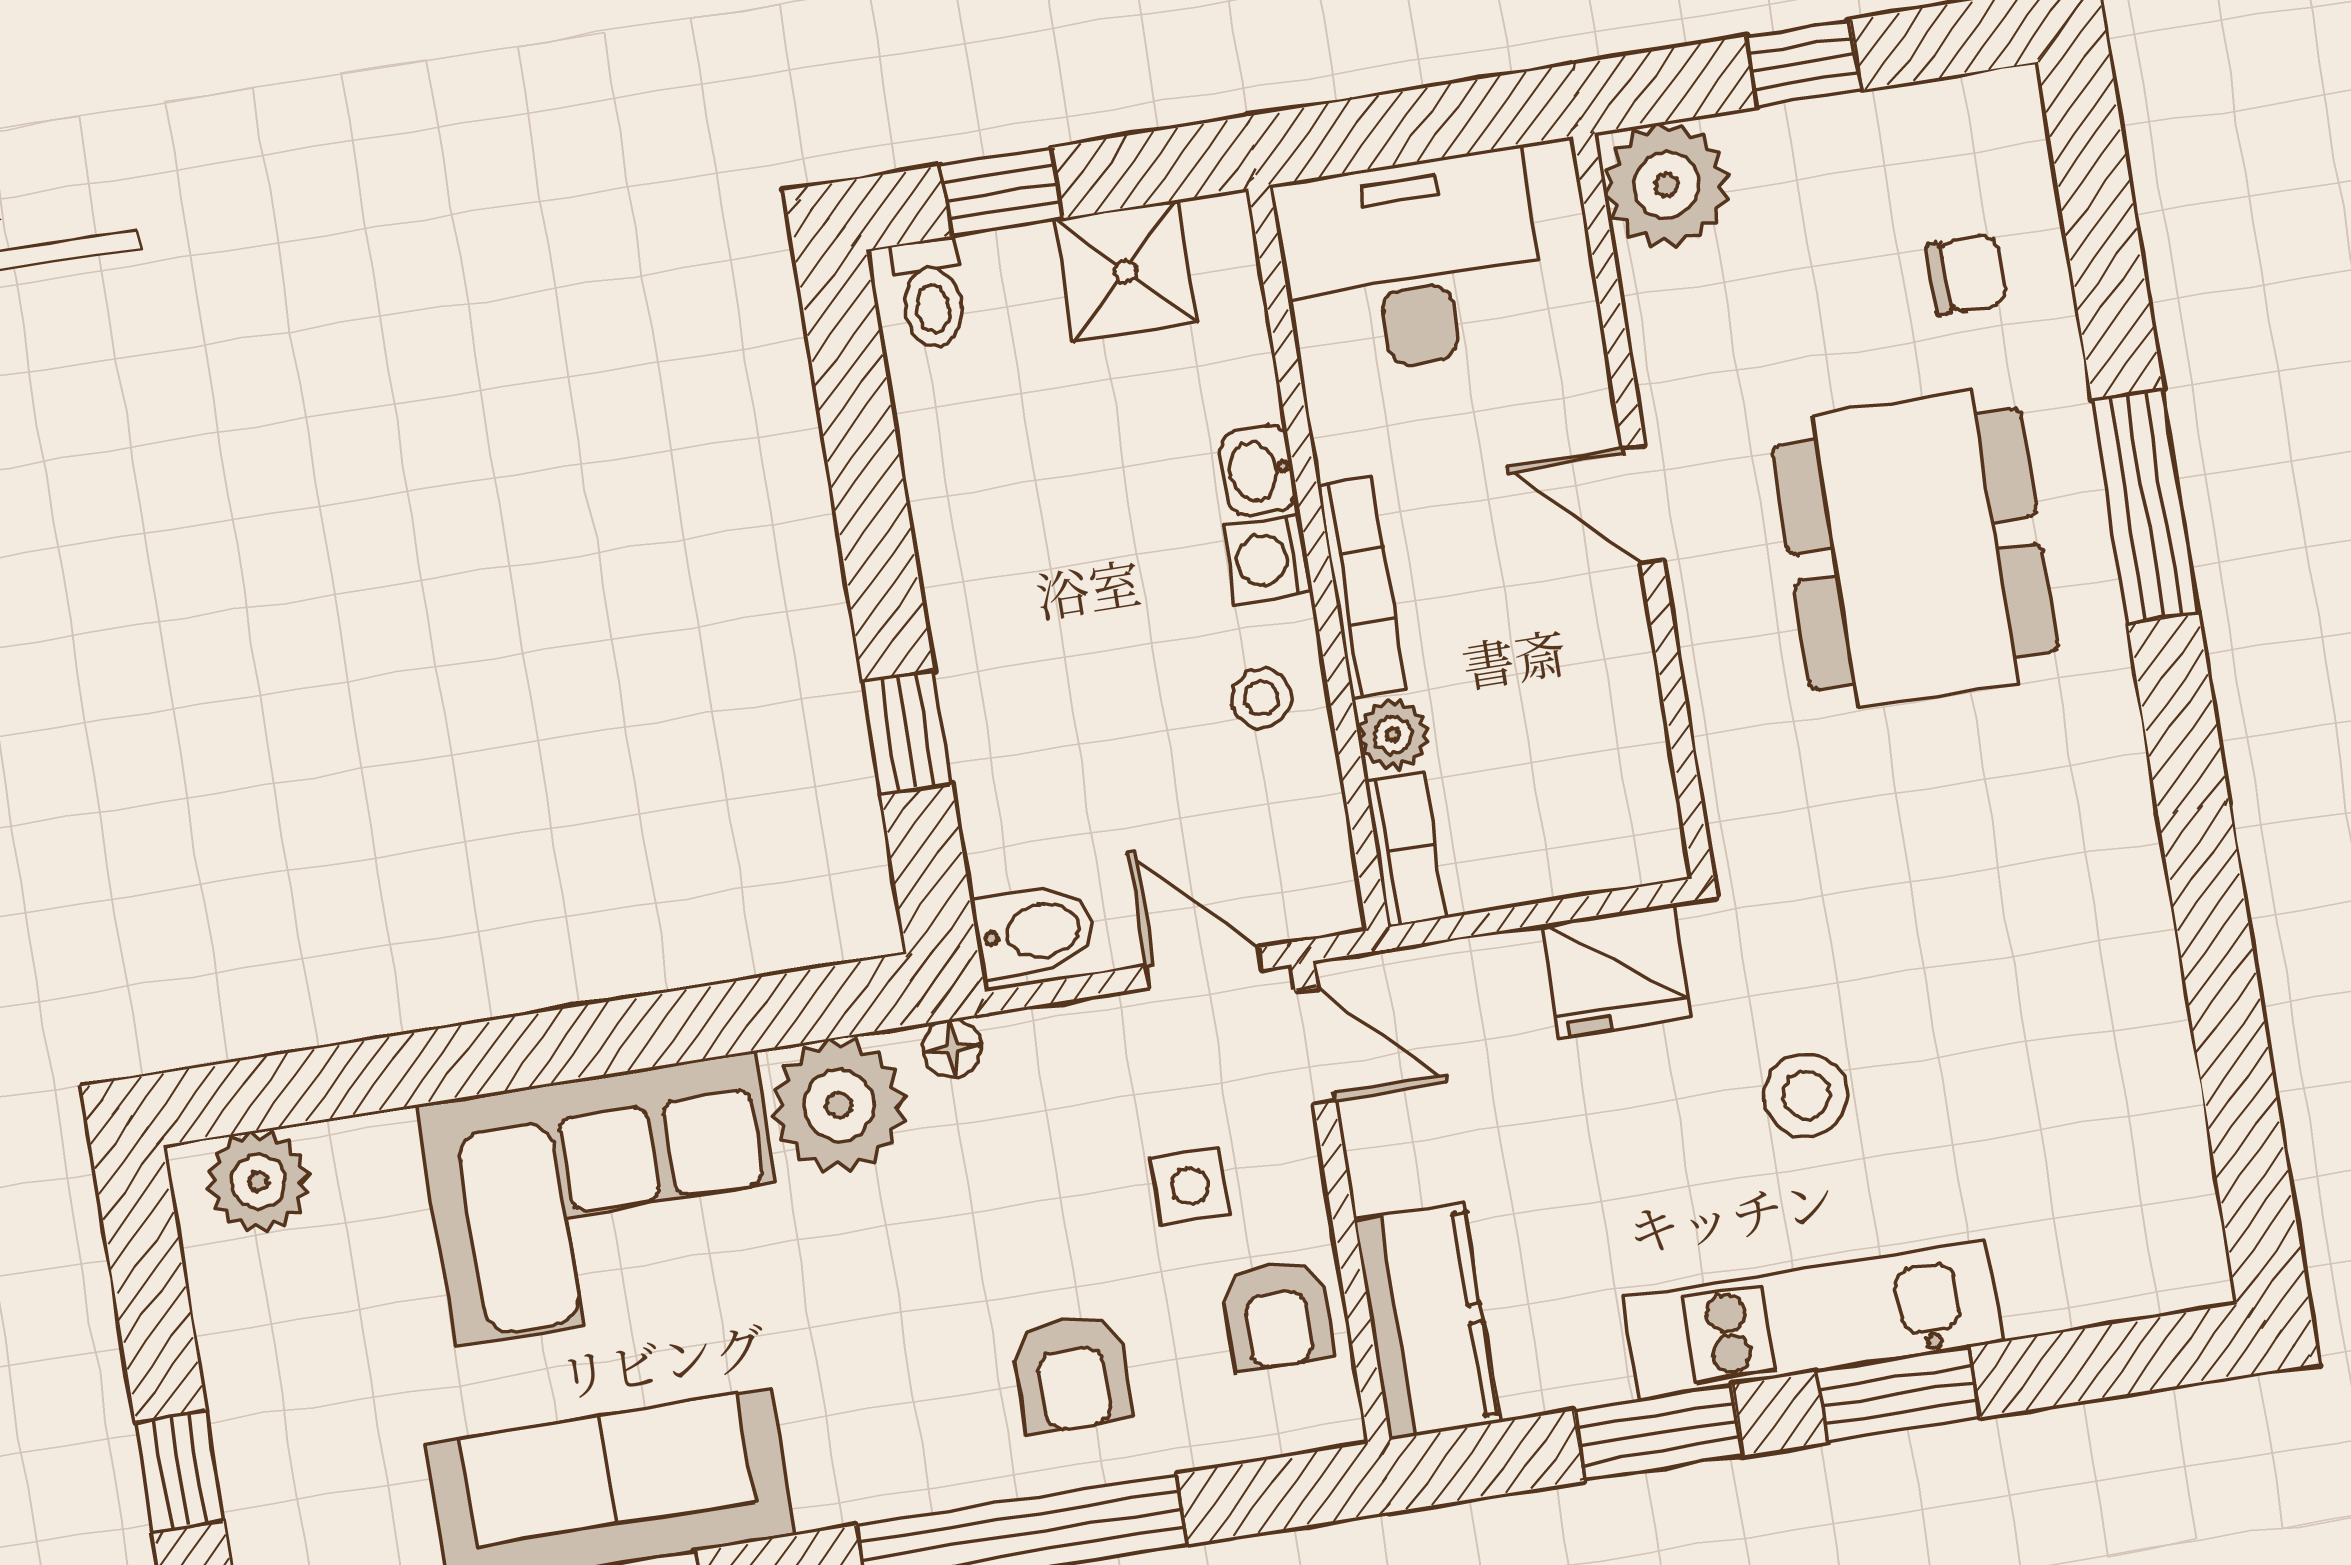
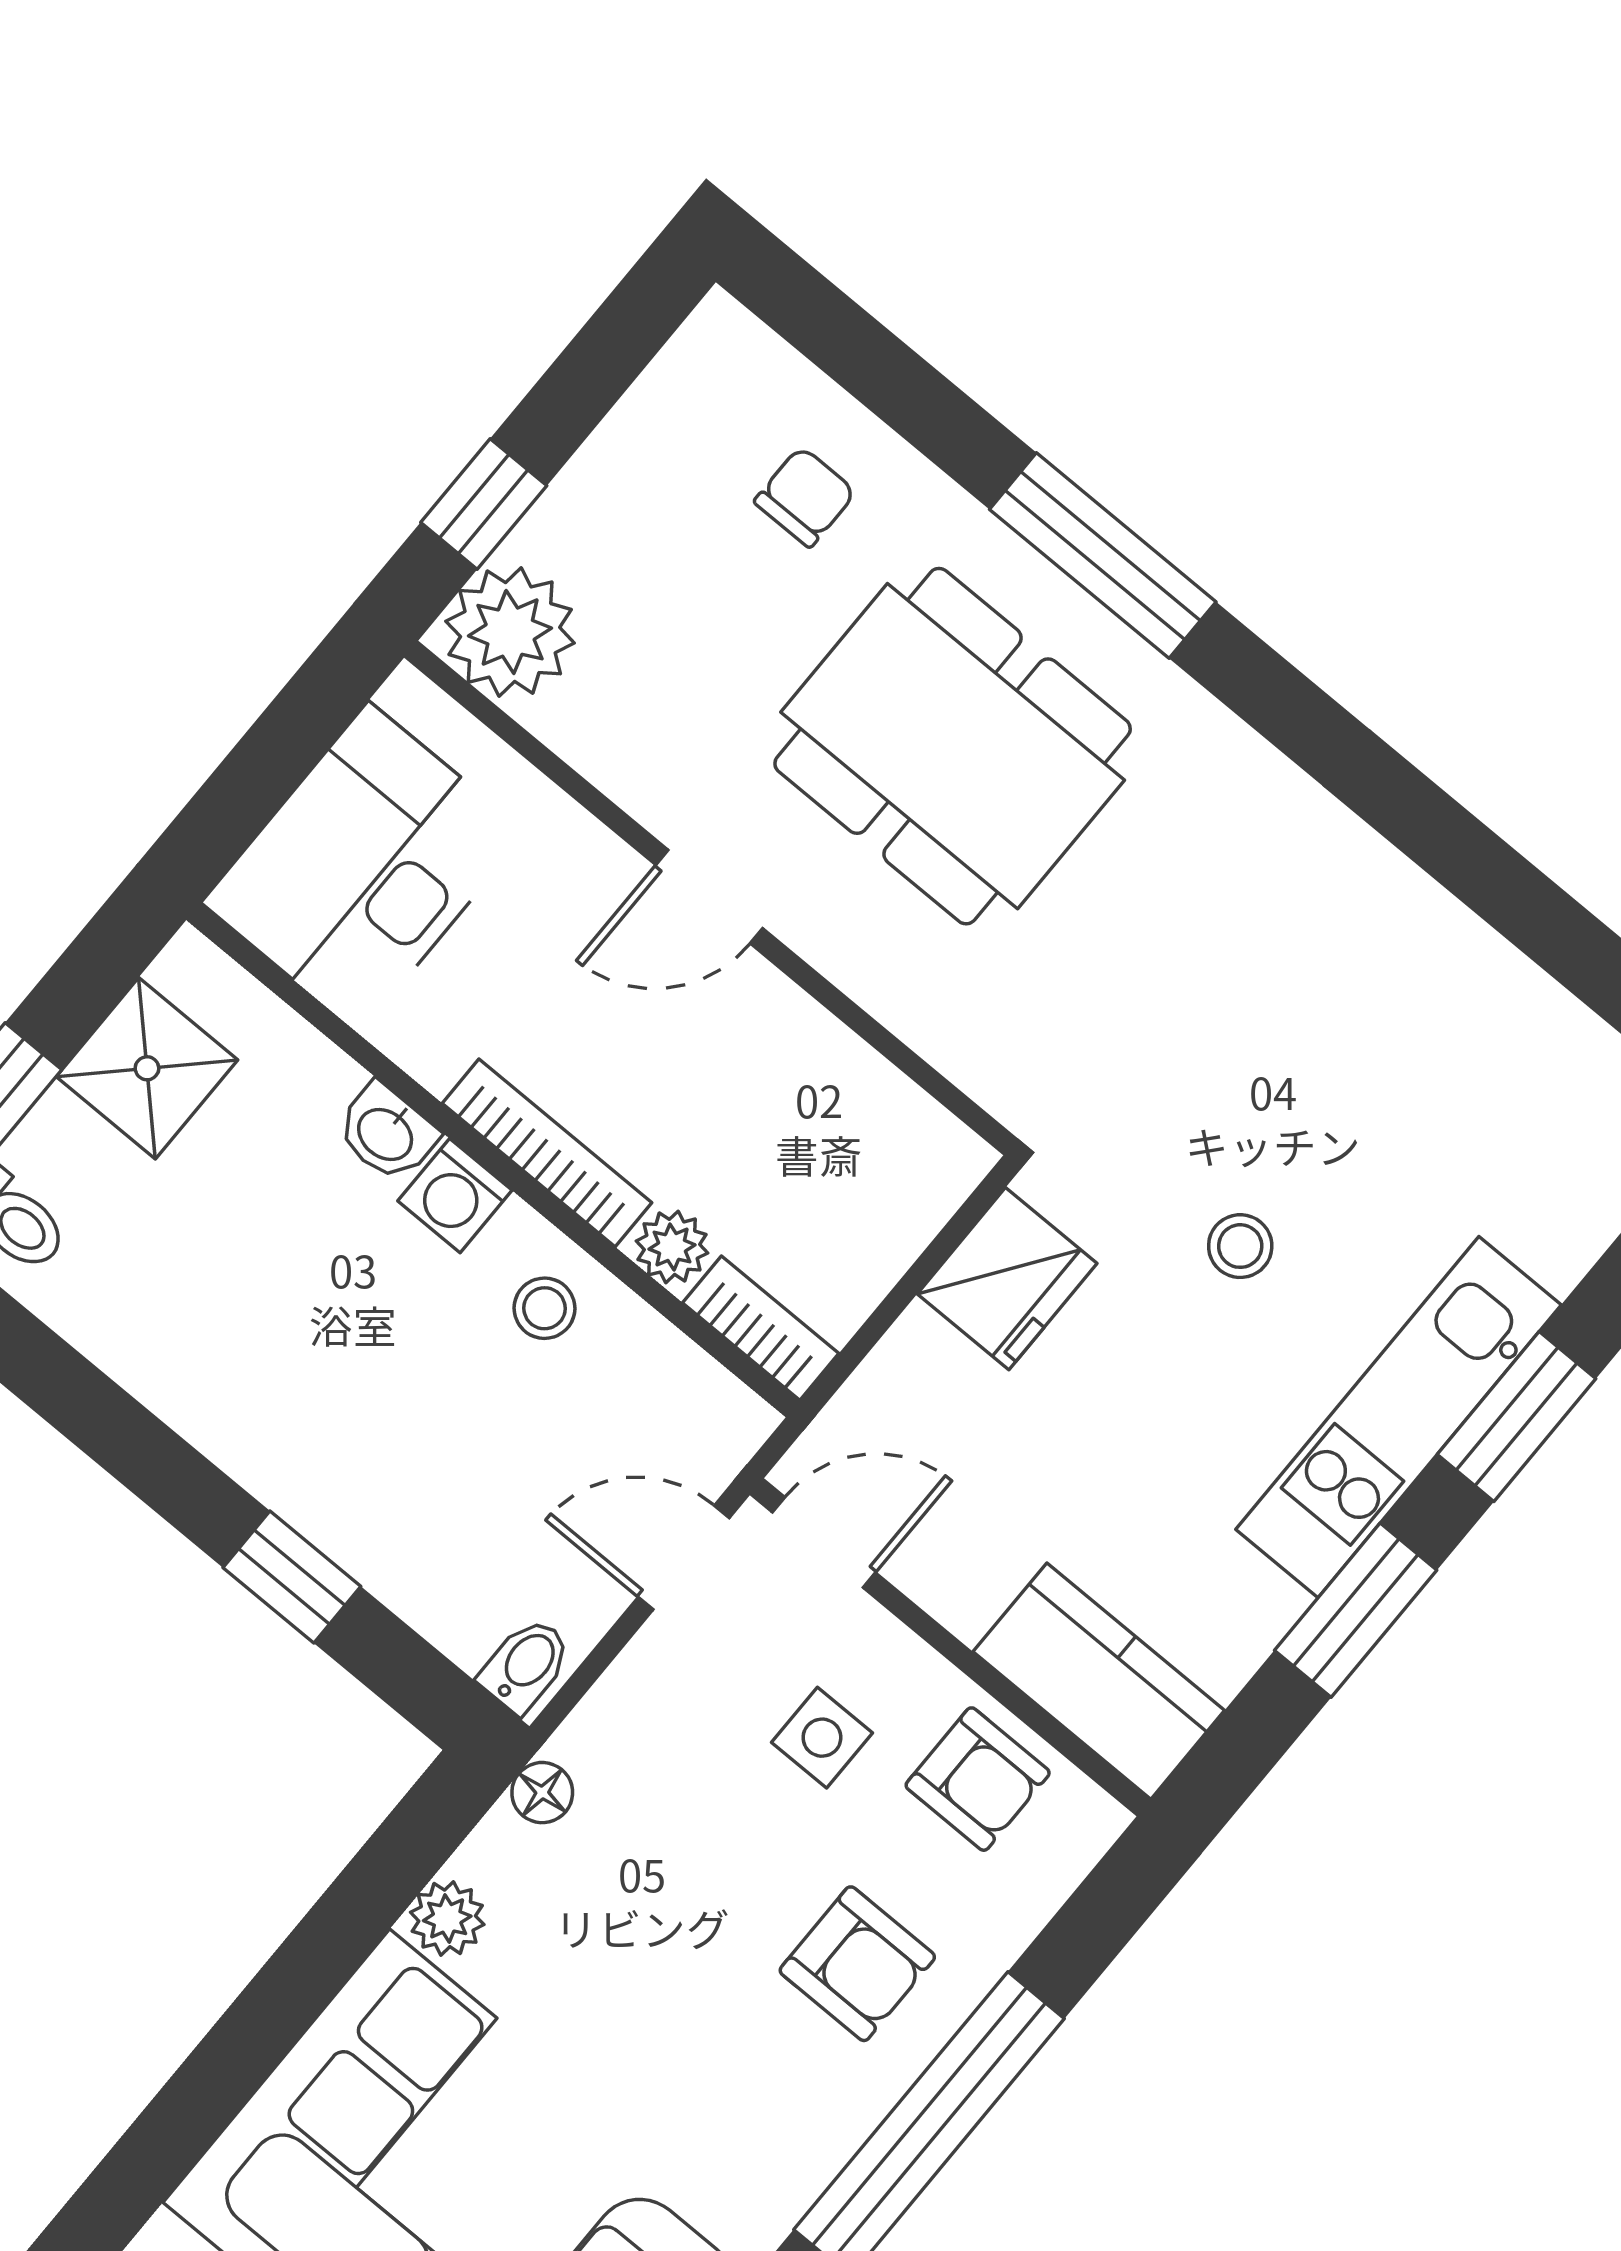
window: (1803, 63) -> (484, 504), moved
bidet: (1035, 932) -> (526, 1665), width x0.72, depth x0.74
stool: (1806, 1095) -> (1240, 1246), width x0.73, depth x0.73
plant: (839, 1105) -> (447, 1918), width x0.53, depth x0.53

